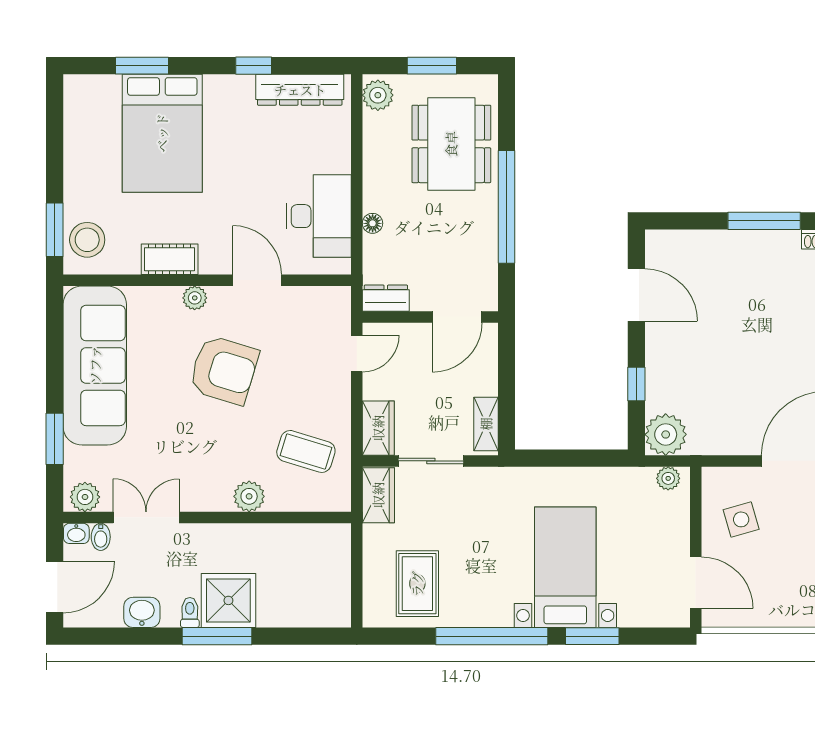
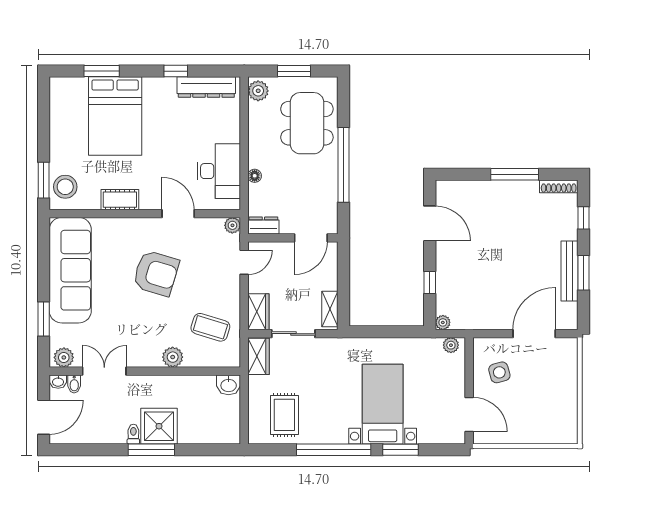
plant: (195, 298) -> (232, 225), moved
plant: (666, 434) -> (443, 322), width x0.53, depth x0.53
washbasin: (142, 612) -> (229, 385), moved, turned 180

